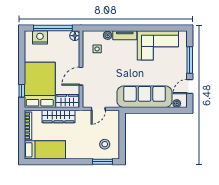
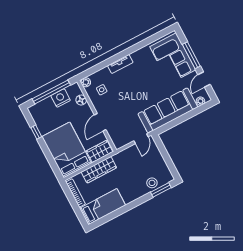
plant: (108, 35) -> (86, 82), moved
floor lamp: (75, 36) -> (81, 100), moved
nightstand: (40, 37) -> (61, 98), moved
corner sofa: (158, 45) -> (173, 58), moved, turned 90
window: (22, 91) -> (36, 132), moved
door: (98, 109) -> (141, 139), moved
stool: (105, 144) -> (152, 183), moved

